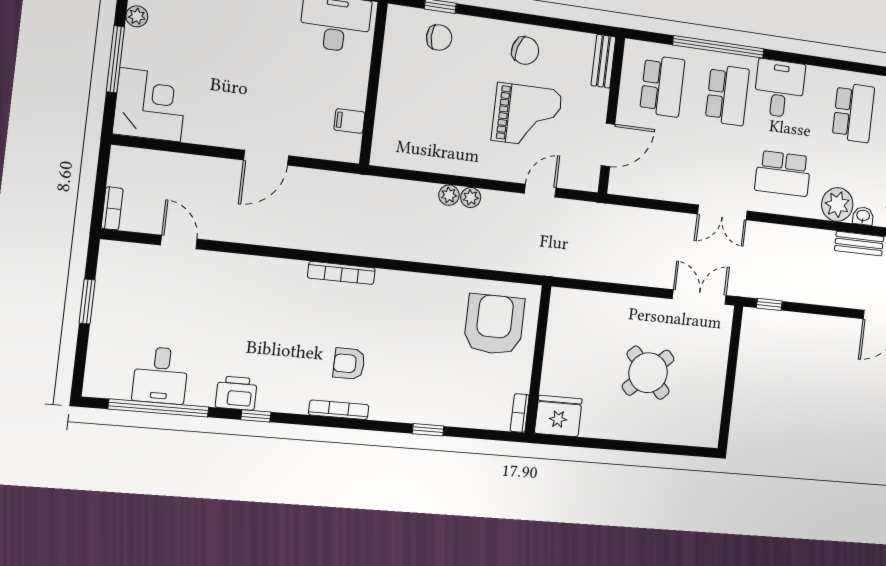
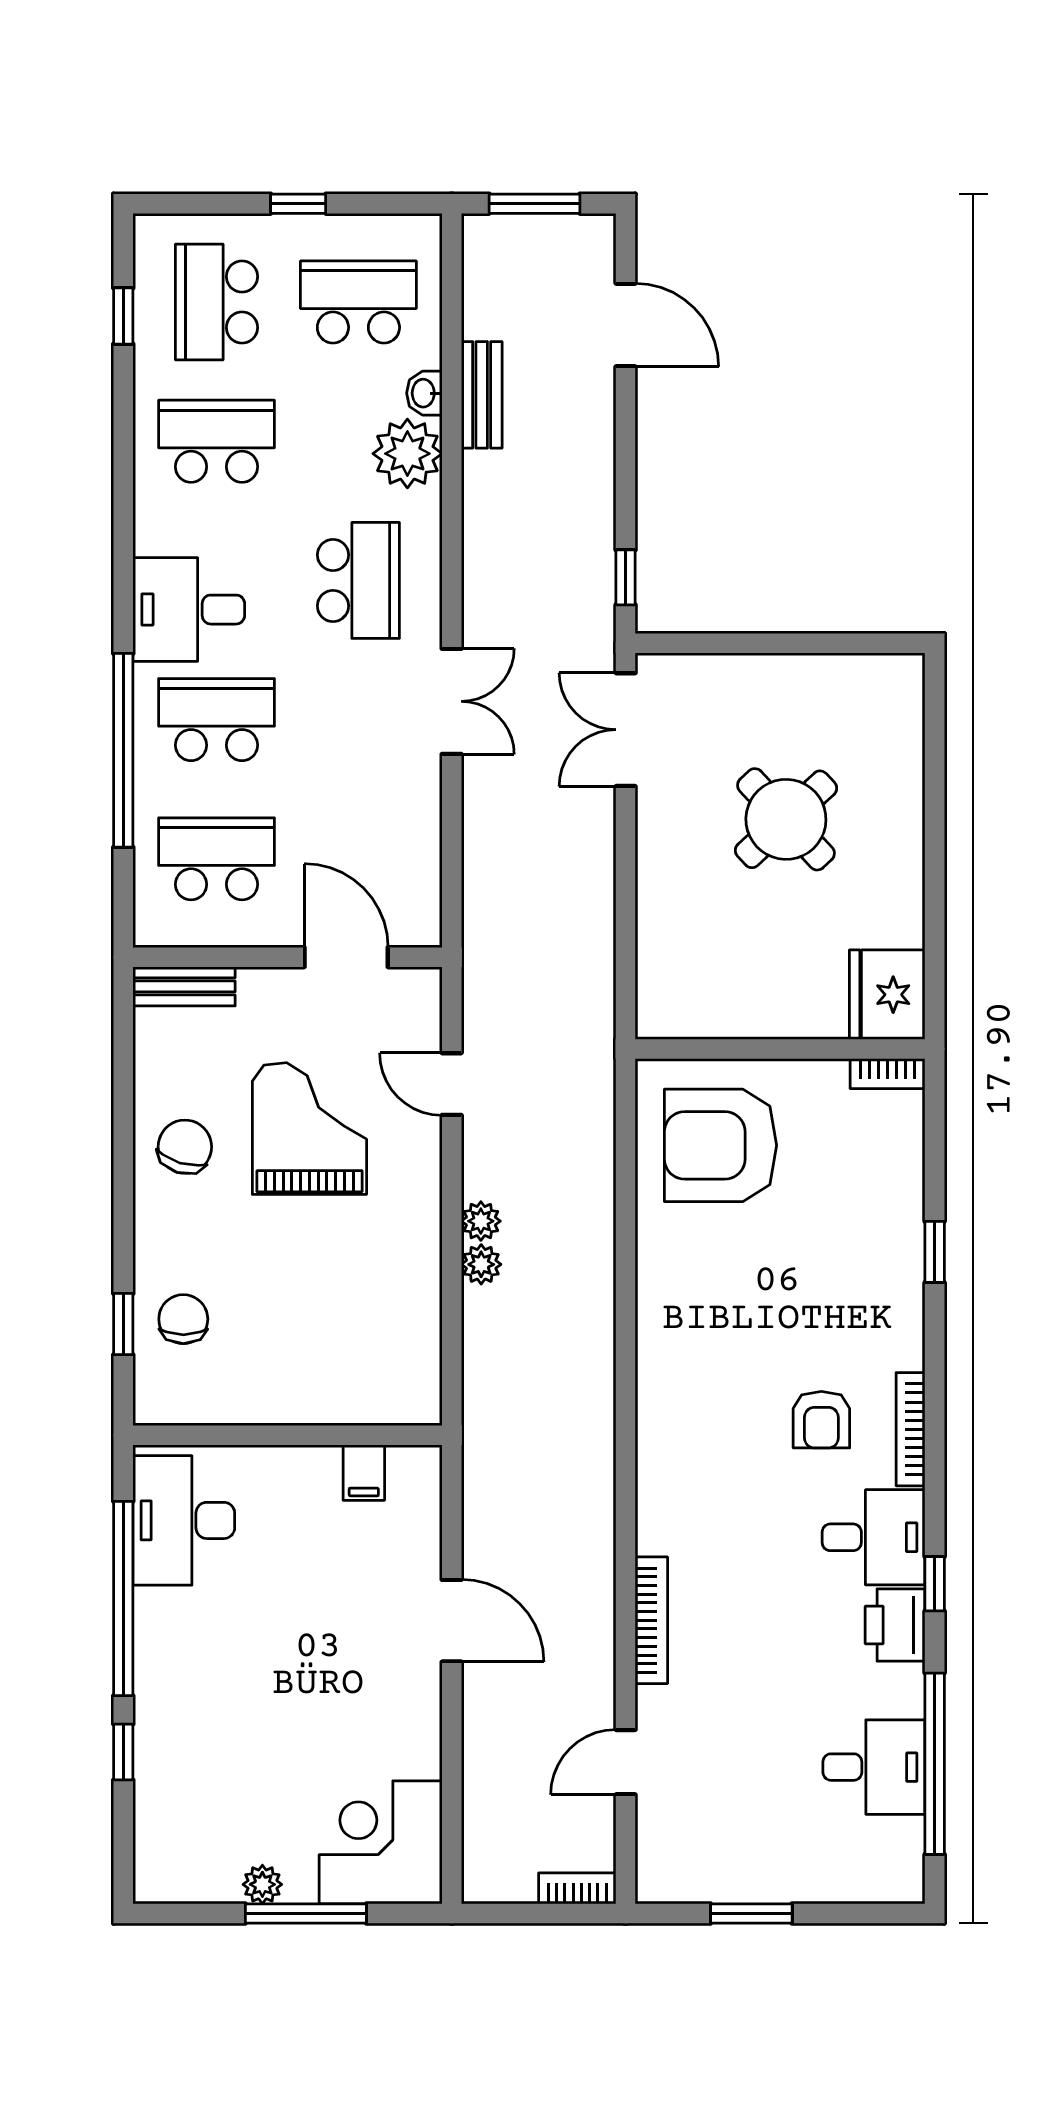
plant: (137, 16) -> (262, 1884), moved
bookcase: (341, 273) -> (651, 1620), moved
desk: (284, 386) -> (874, 1537), added

